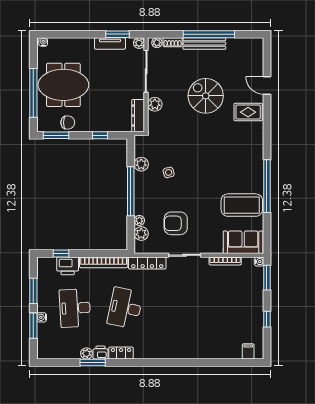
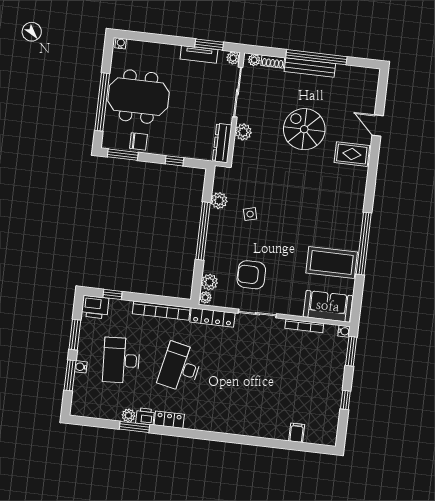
plant: (139, 220) -> (205, 297), moved
printer: (68, 266) -> (95, 307), moved
filing cabinet: (248, 351) -> (297, 433), moved

